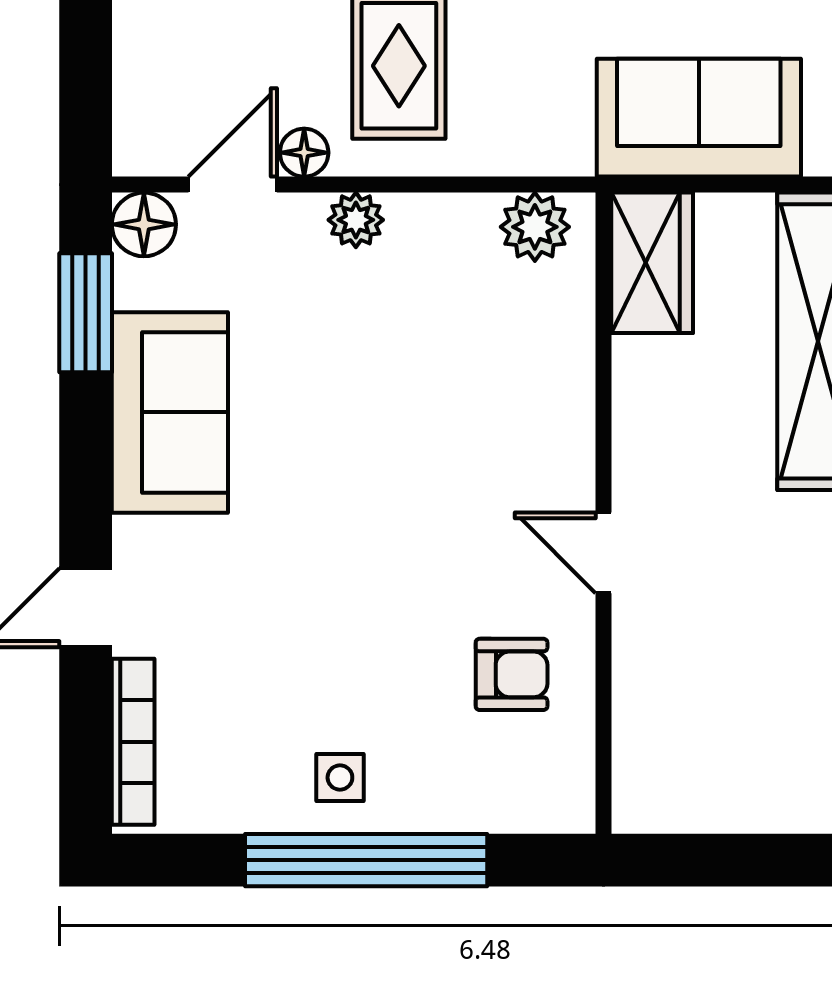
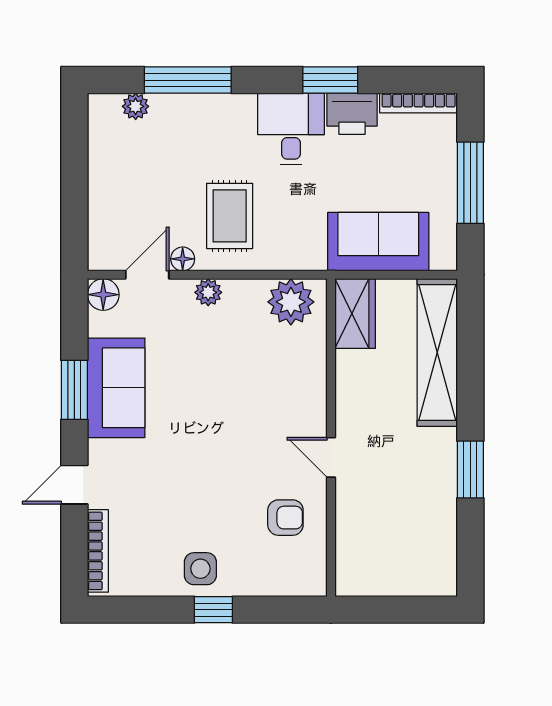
plant: (535, 227) -> (291, 302), width x1.36, depth x1.36
window: (86, 313) -> (74, 390), moved
side table: (340, 778) -> (200, 569), width x1.37, depth x1.37
window: (366, 860) -> (213, 610), width x0.32

